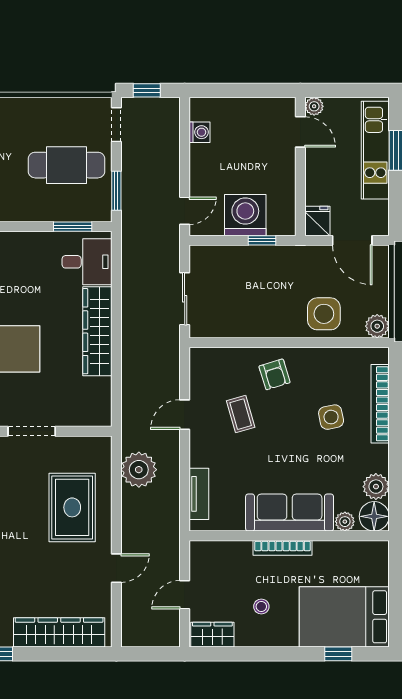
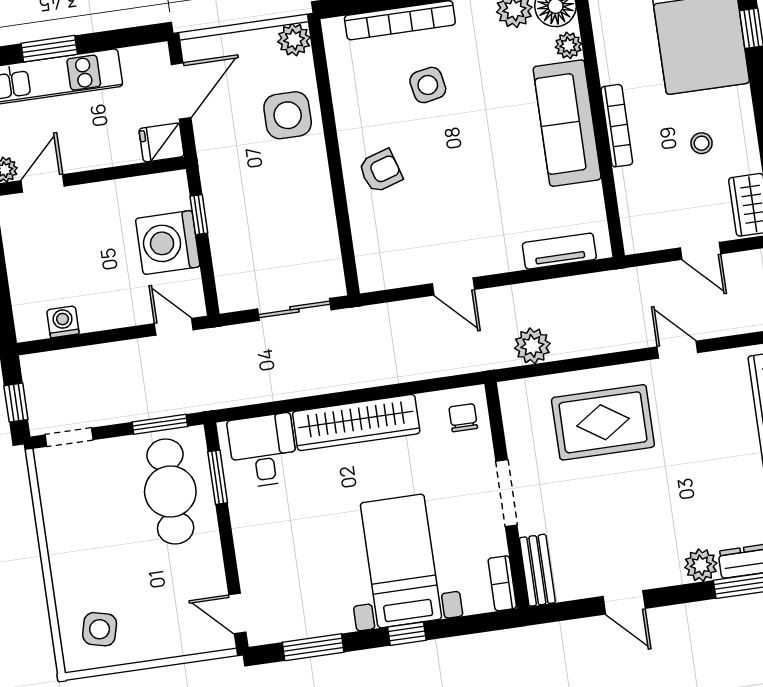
cafe table: (67, 165) -> (170, 492), moved
chair: (90, 408) -> (463, 418), added
coffee table: (241, 414) -> (442, 210), removed
plant: (139, 470) -> (532, 346), width x0.73, depth x0.73

